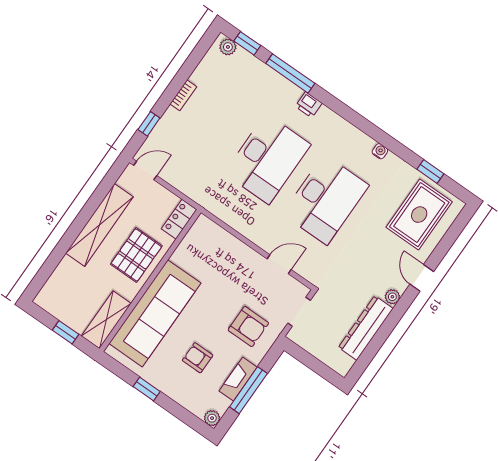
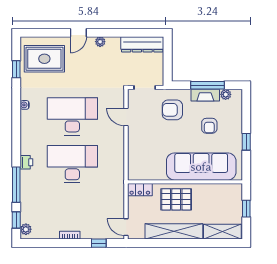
shelving: (106, 320) -> (222, 232), moved
armchair: (248, 327) -> (172, 110), turned -90
dresser: (366, 328) -> (142, 44), moved
plant: (212, 418) -> (226, 94), moved

